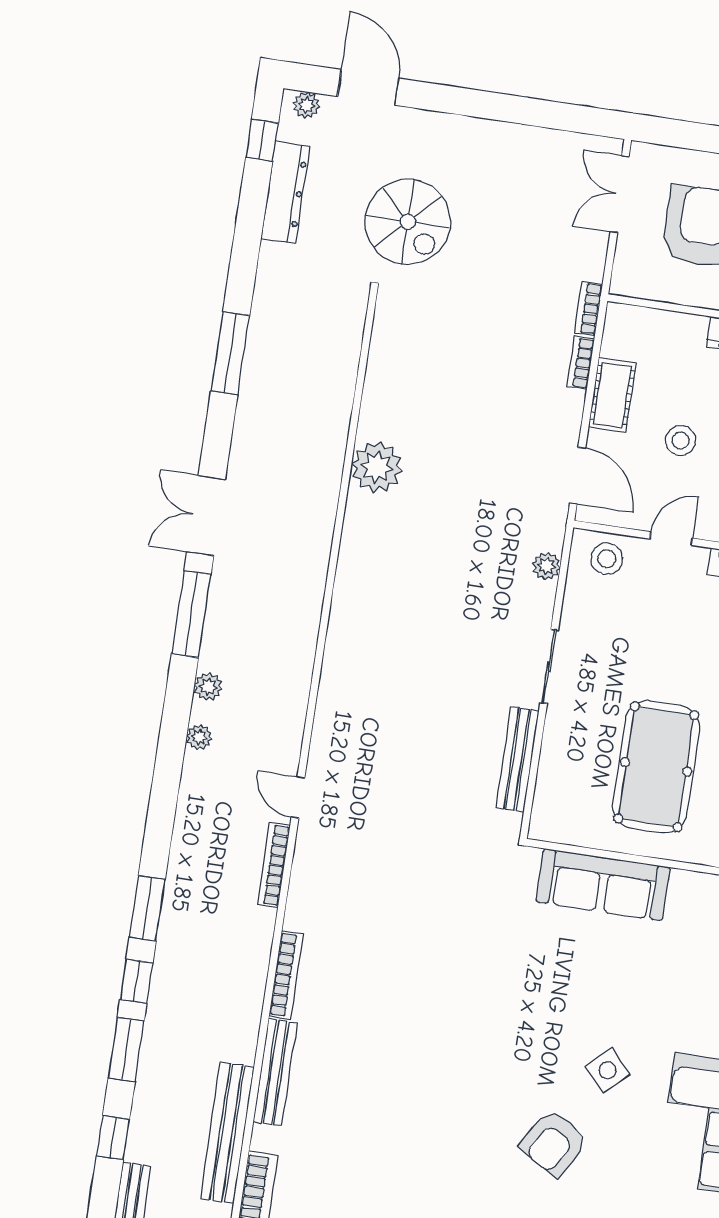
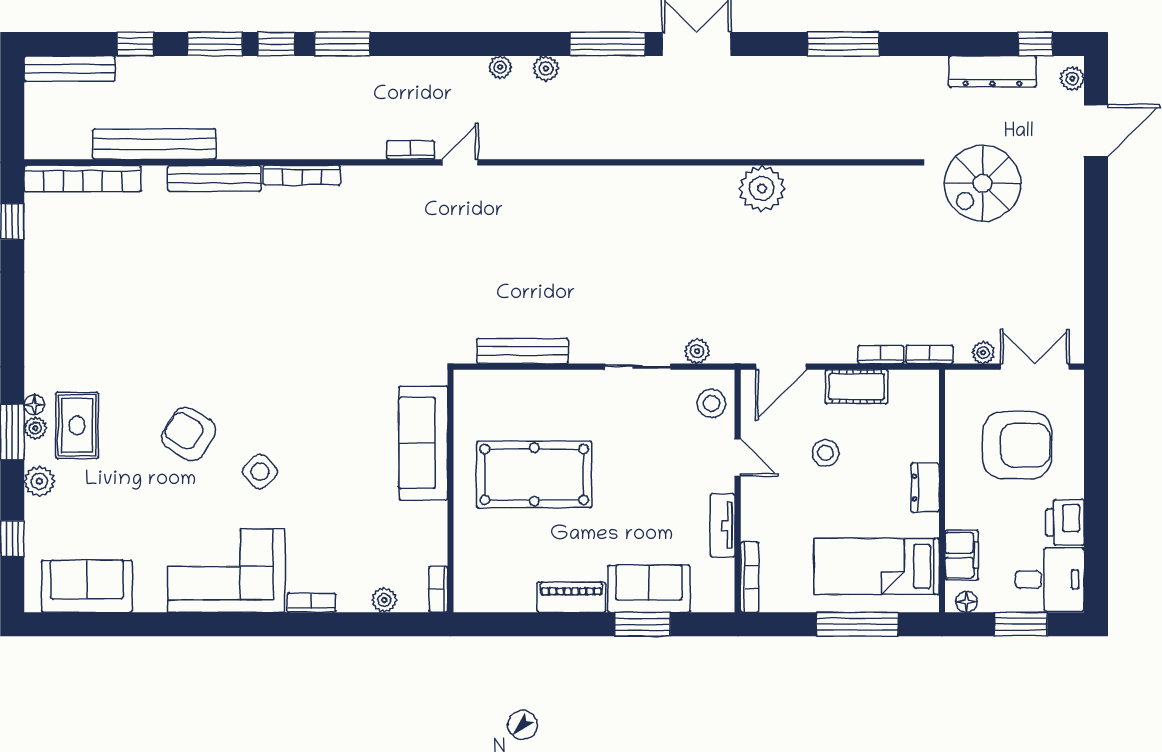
plant: (595, 249) -> (983, 353), added
sliding door: (549, 667) -> (638, 367), moved
bookcase: (274, 865) -> (411, 150), width x0.64

